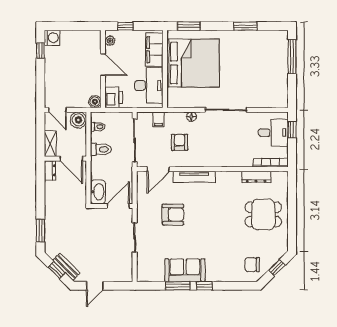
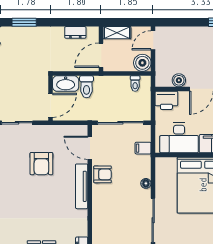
boiler: (95, 102) -> (179, 80), moved
armchair: (180, 142) -> (103, 174), moved
toilet: (101, 149) -> (87, 87), moved
dresser: (50, 170) -> (75, 32), moved
door: (118, 206) -> (51, 105), hinge flipped

